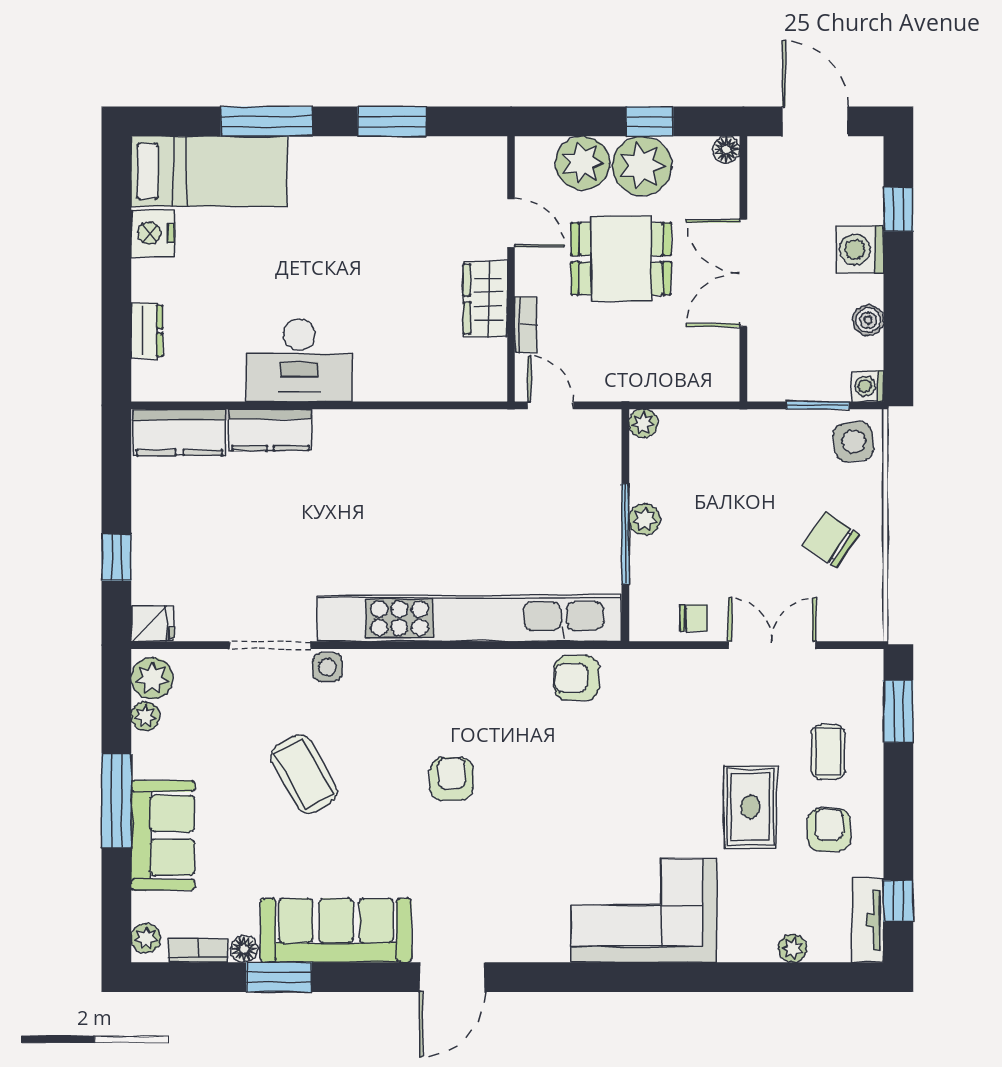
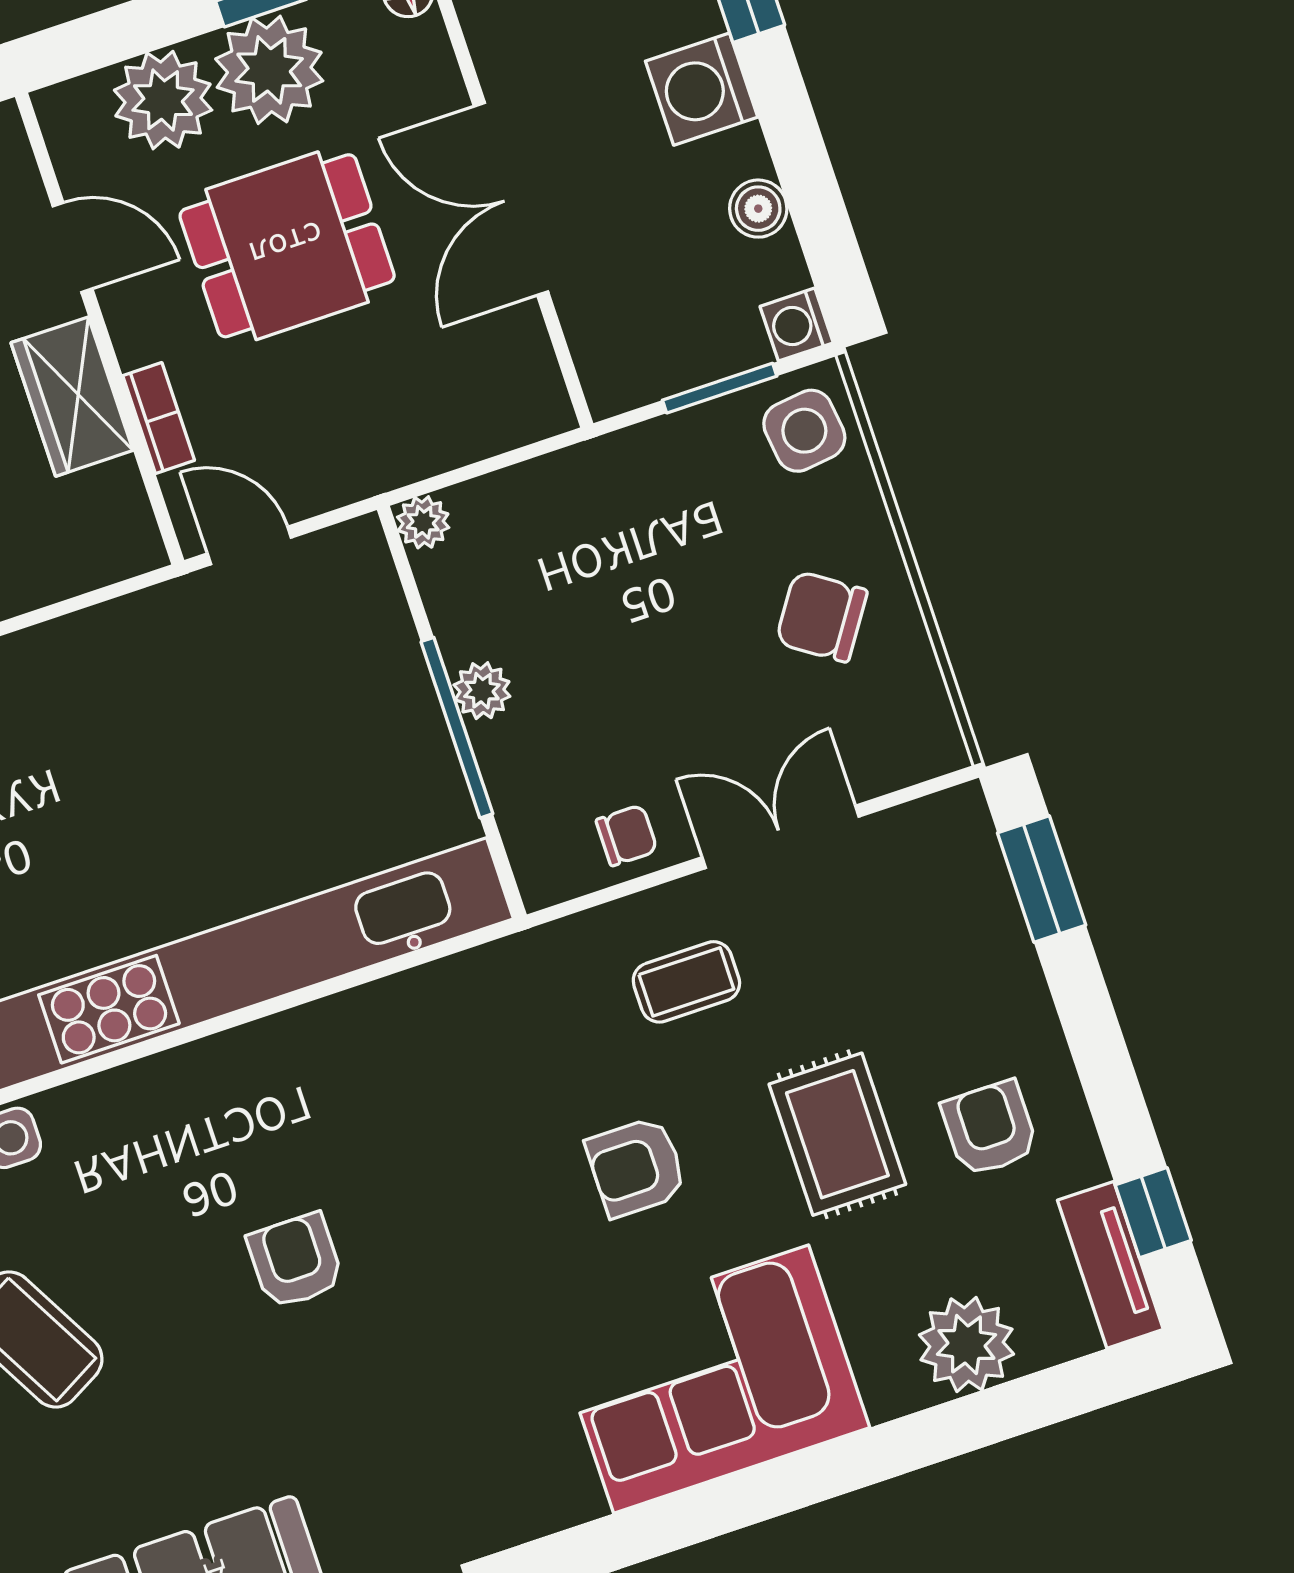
armchair: (577, 678) -> (636, 1167), moved
coffee table: (828, 752) -> (686, 982), moved, turned 90
plant: (792, 948) -> (966, 1344), width x1.87, depth x1.87

